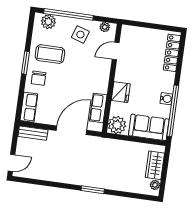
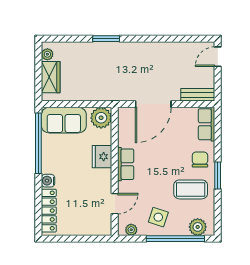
water cooler: (166, 99) -> (48, 181), moved
row of seats: (98, 108) -> (126, 164), moved
window: (93, 190) -> (106, 39), moved

